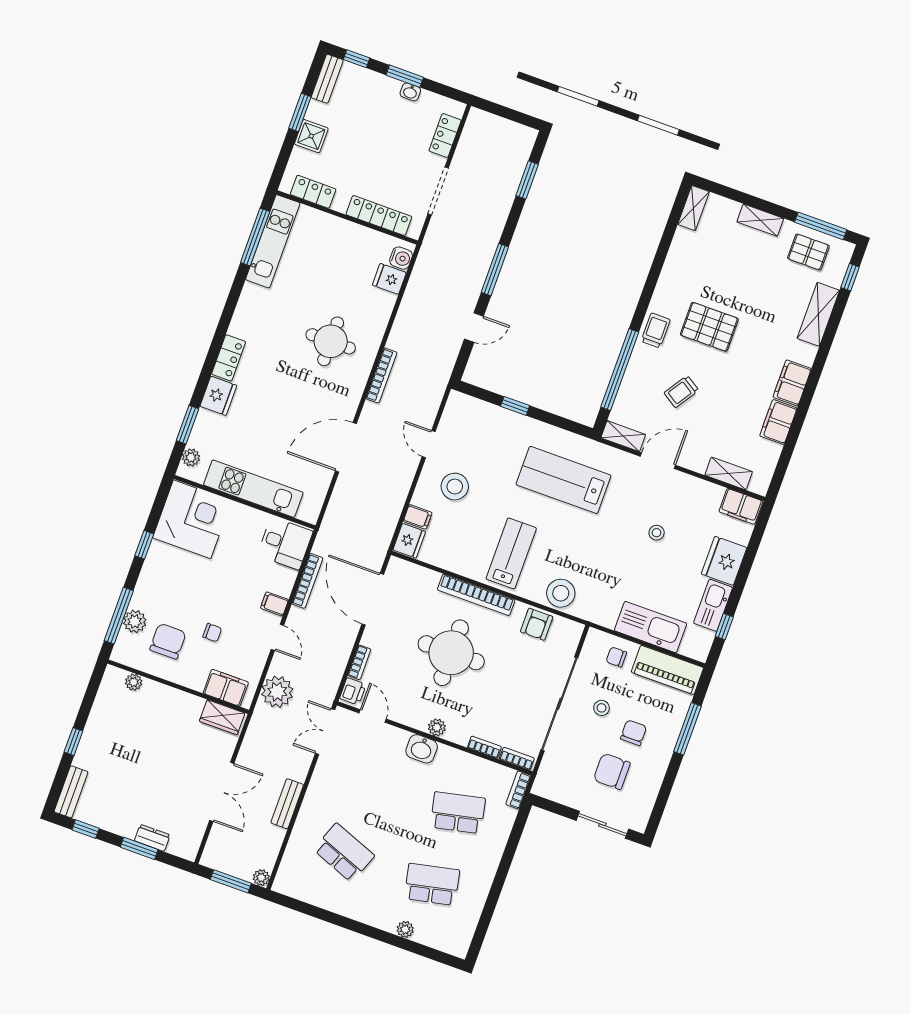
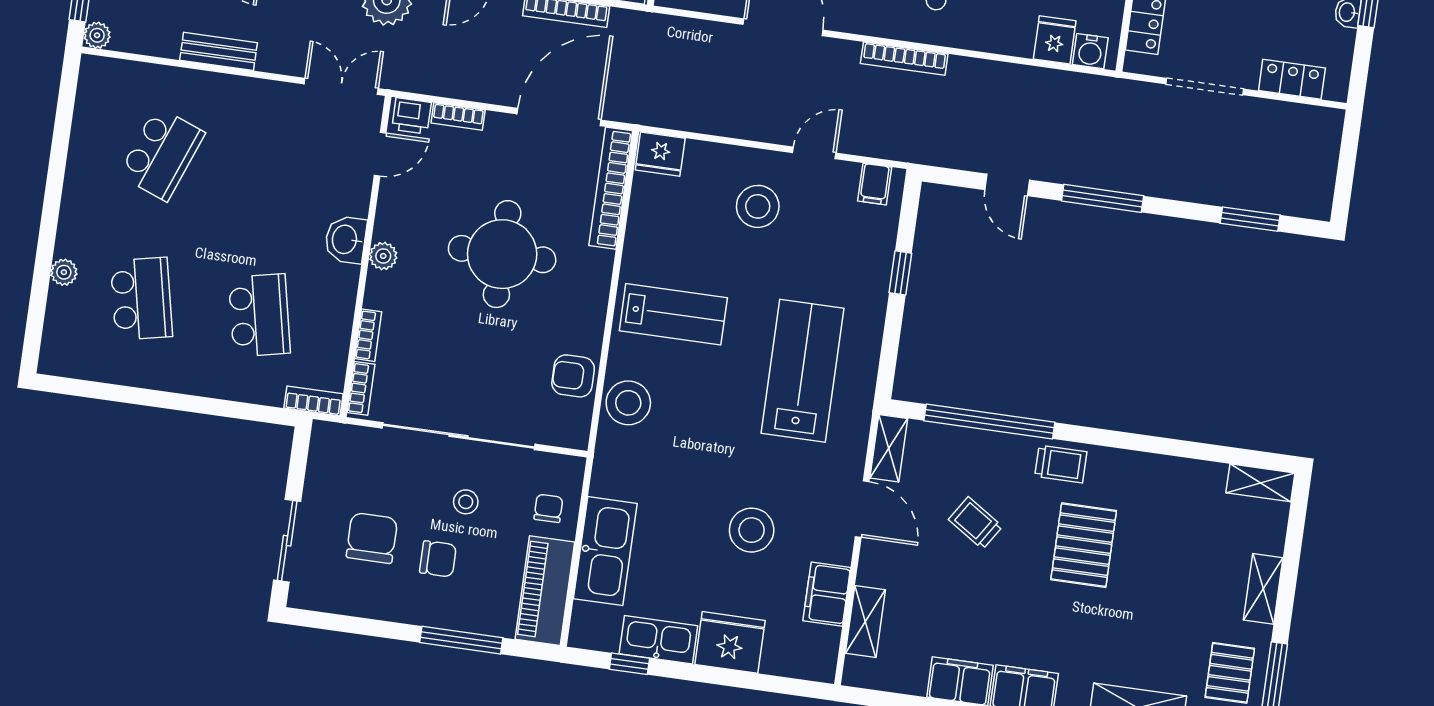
filing cabinet: (741, 506) -> (827, 594), moved
filing cabinet: (418, 517) -> (875, 184), moved
stool: (657, 533) -> (752, 530), width x1.89, depth x1.89
bookcase: (476, 595) -> (611, 188), moved

